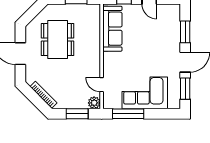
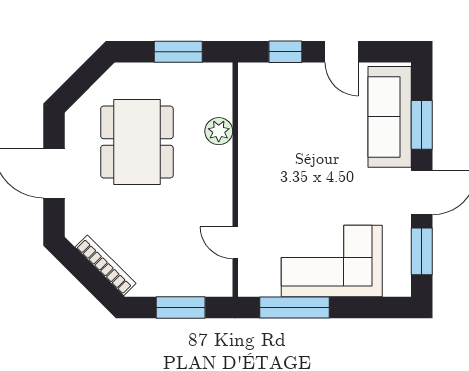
sofa: (112, 29) -> (390, 117), moved, turned 180
plant: (94, 103) -> (219, 131), moved

